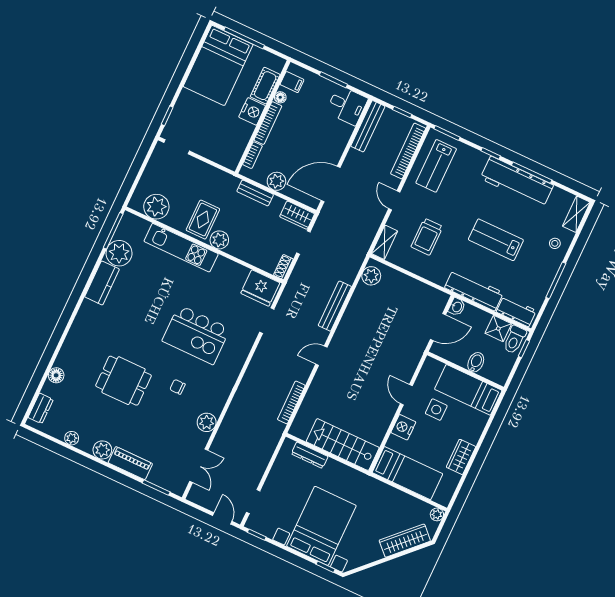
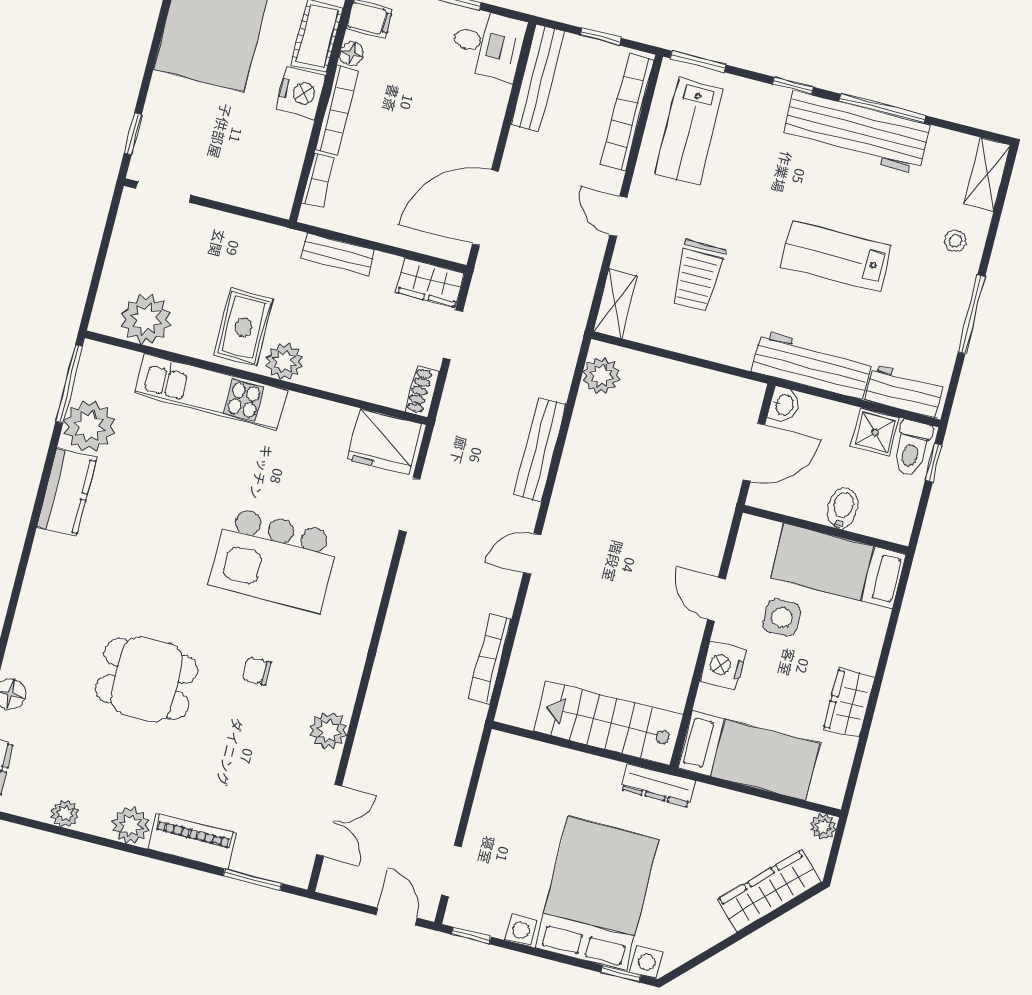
plant: (276, 181) -> (376, 223), removed
dresser: (310, 455) -> (658, 785), moved

